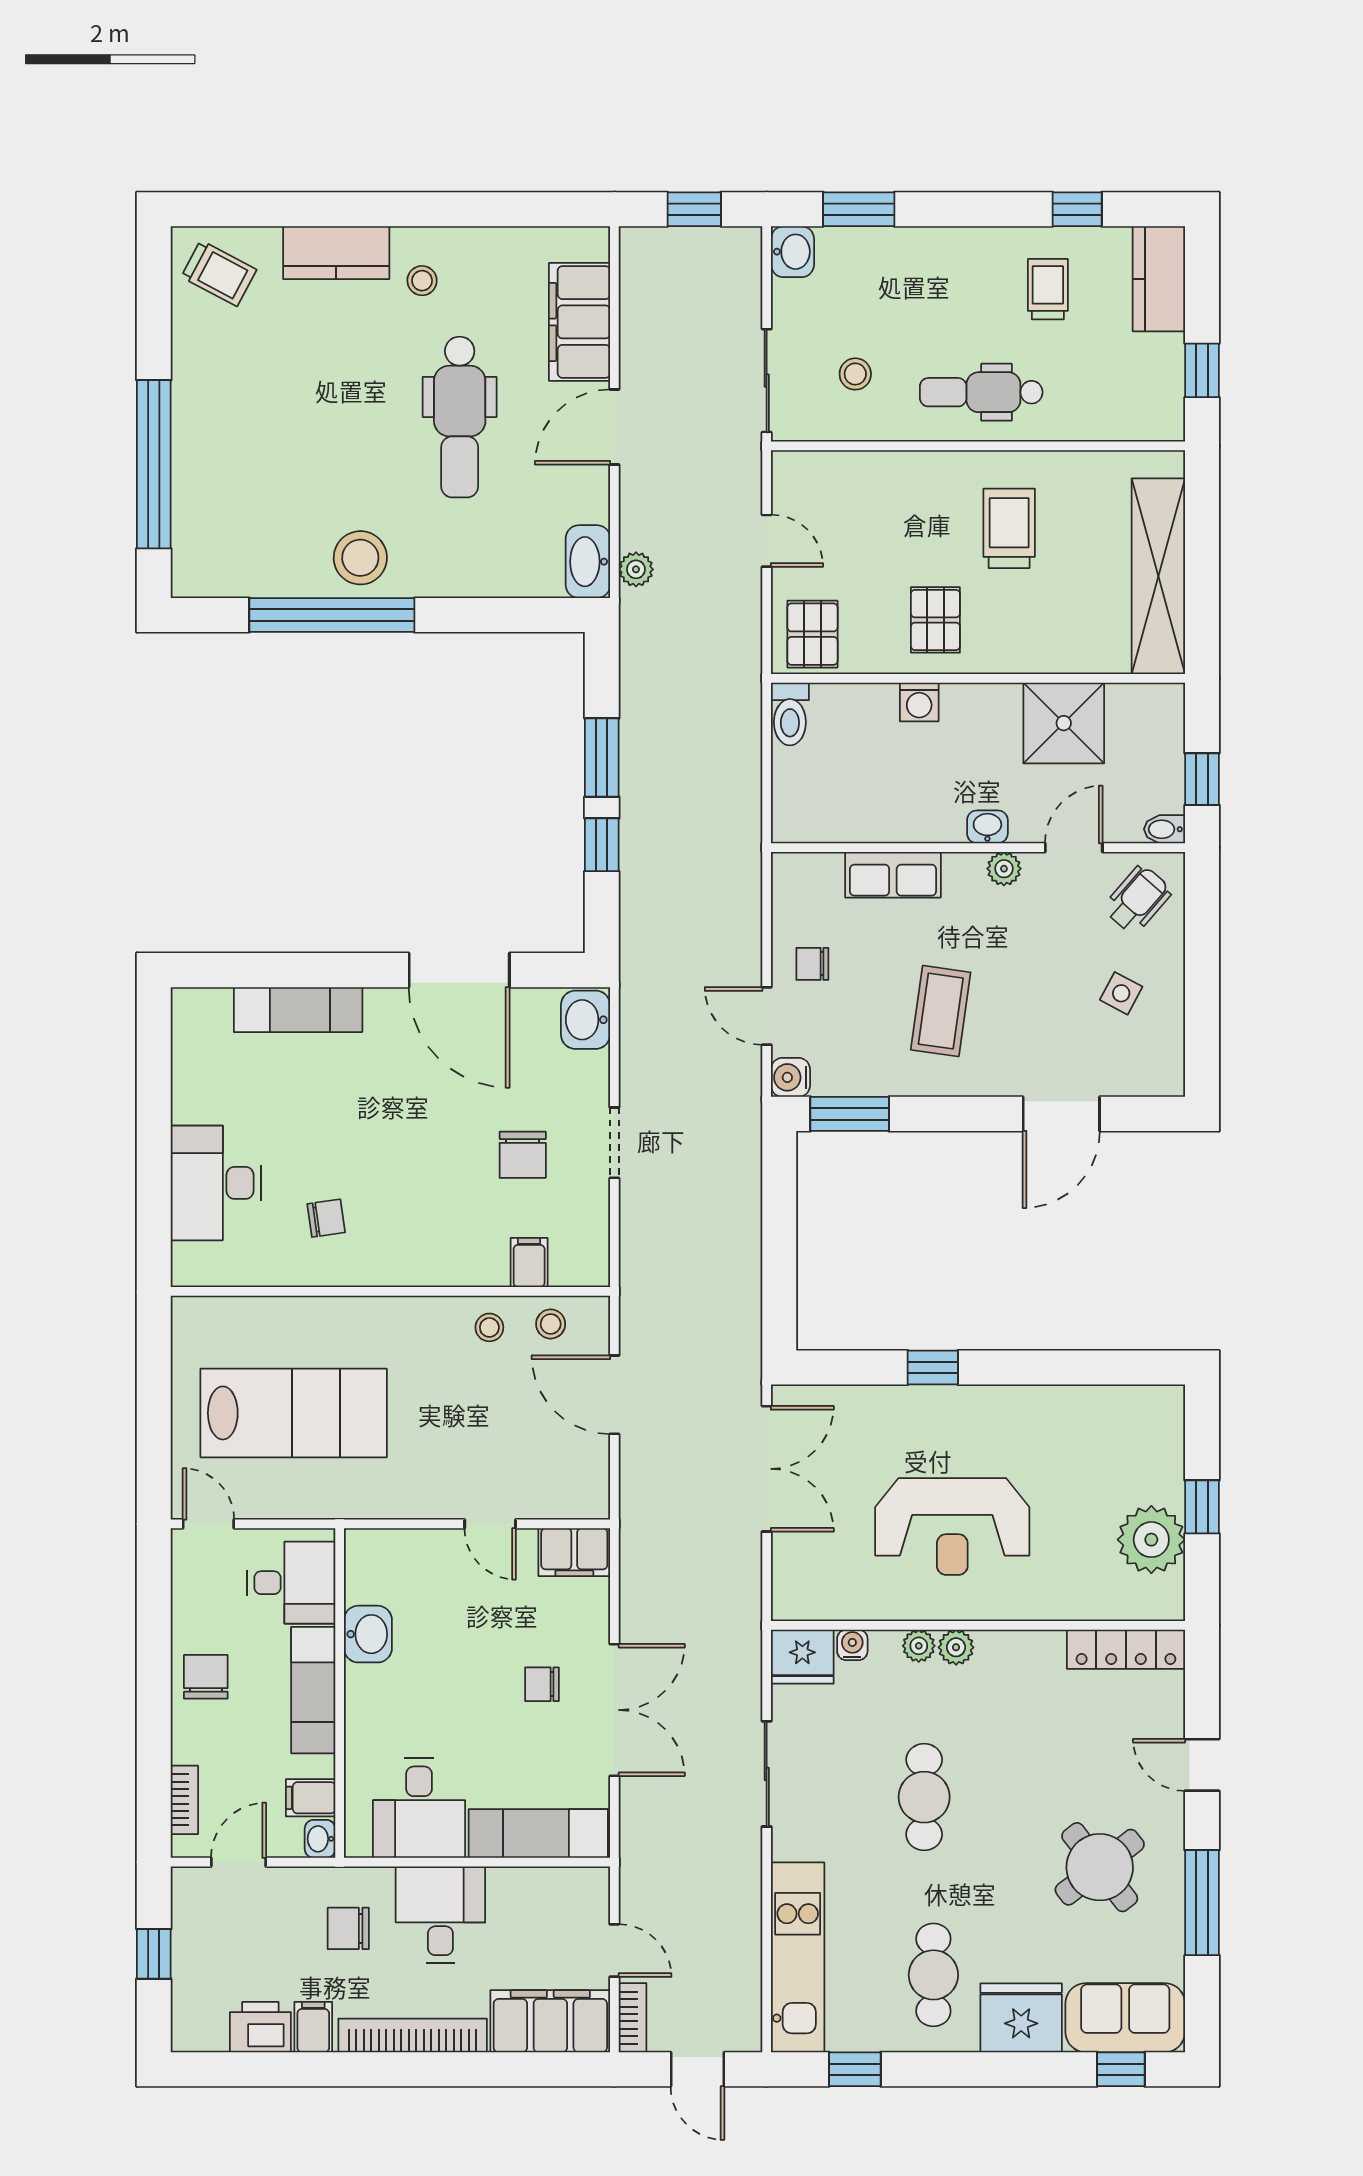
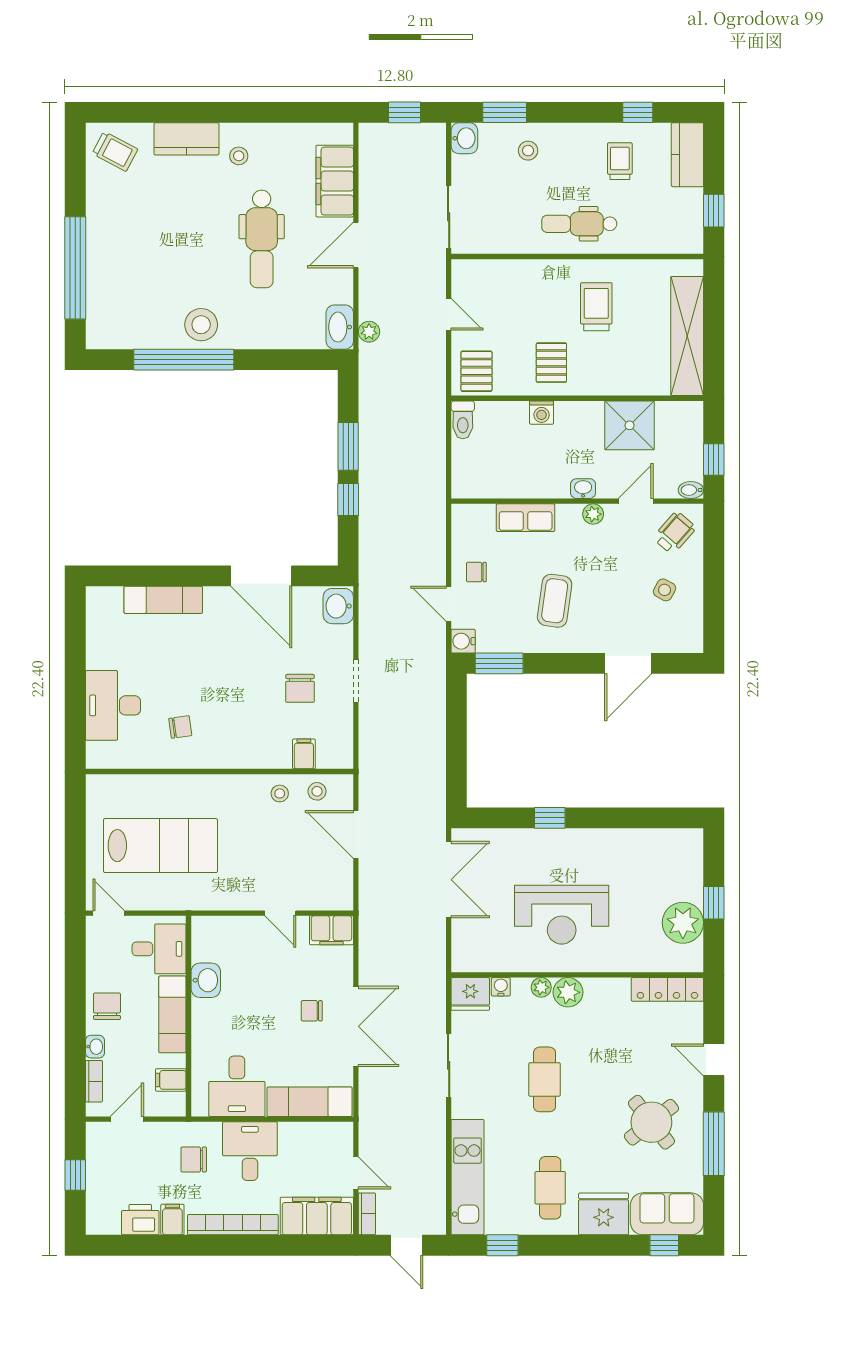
stool: (855, 374) -> (528, 151), moved
plant: (956, 1647) -> (568, 992), width x1.38, depth x1.38
washbasin: (320, 1839) -> (95, 1047), moved, turned 180

